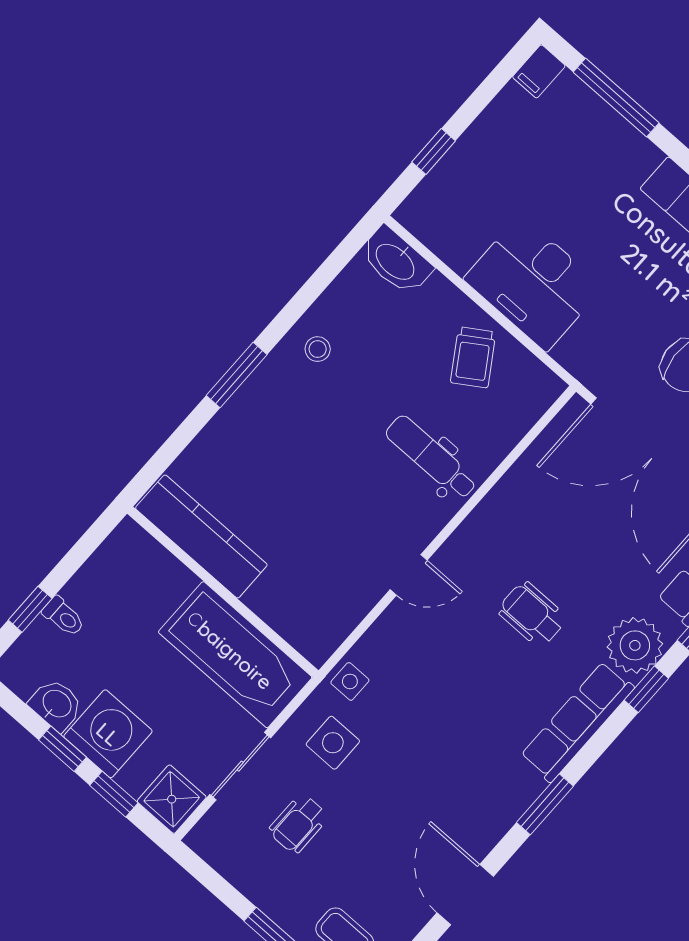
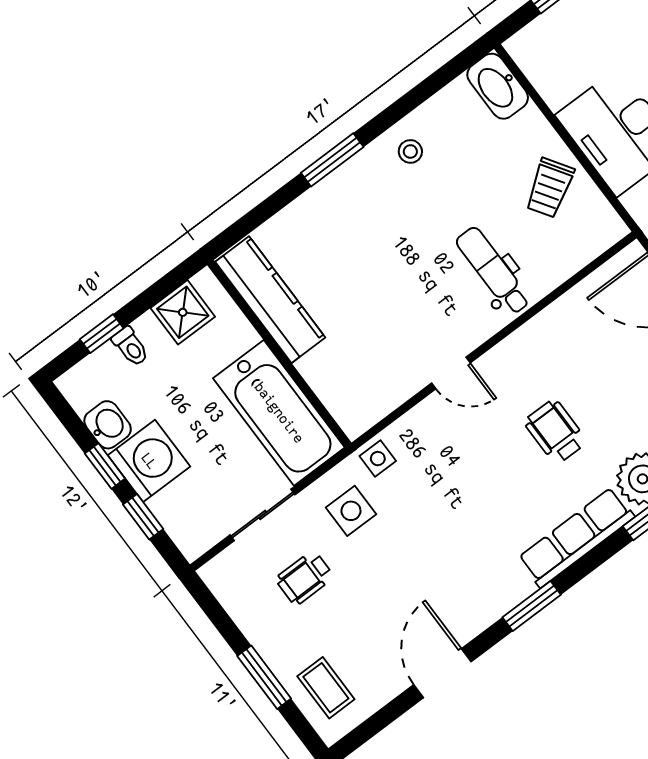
shower: (172, 799) -> (183, 312), moved

